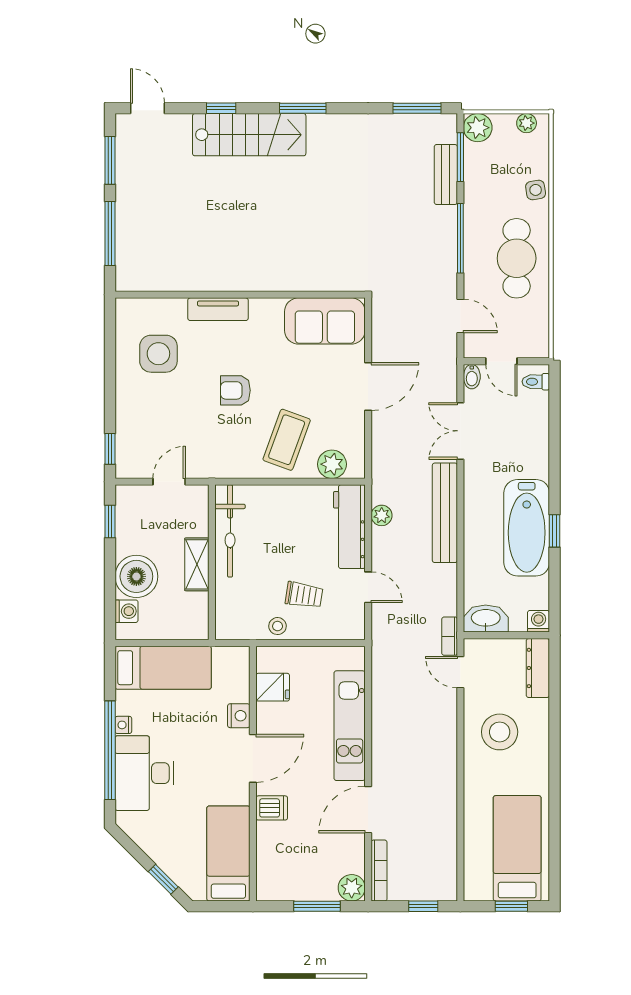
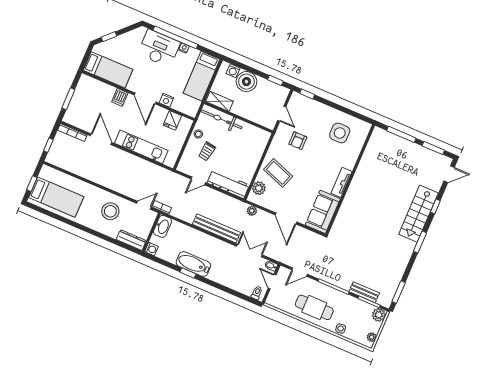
tv unit: (218, 309) -> (342, 182), moved
door: (501, 361) -> (272, 282), hinge flipped
armchair: (235, 390) -> (298, 141), moved, turned 180
plant: (382, 515) -> (252, 211), moved
bathtub: (527, 528) -> (193, 264), width x0.73, depth x0.73
bicycle: (230, 531) -> (221, 119), moved
shelving: (197, 564) -> (219, 101), moved
plant: (352, 888) -> (70, 117), removed

